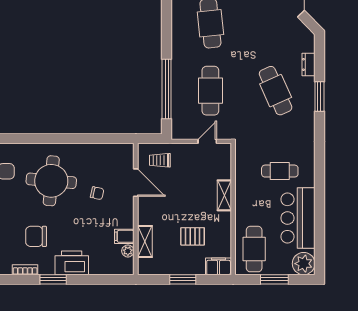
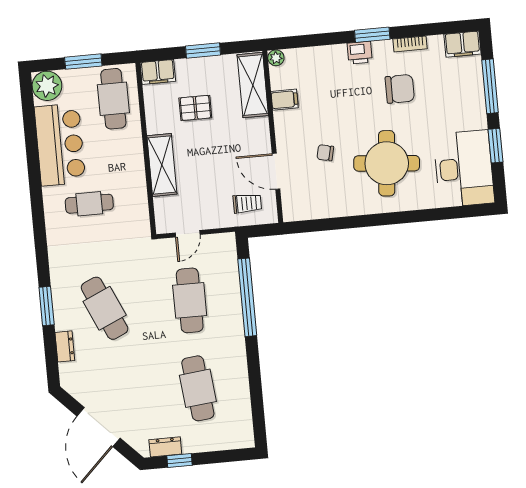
shelving: (224, 195) -> (162, 165), width x1.50, depth x1.33
shelving: (145, 242) -> (253, 85), width x1.50, depth x1.33
plant: (128, 251) -> (276, 58), moved
printer: (72, 263) -> (360, 53), width x0.53, depth x0.68

